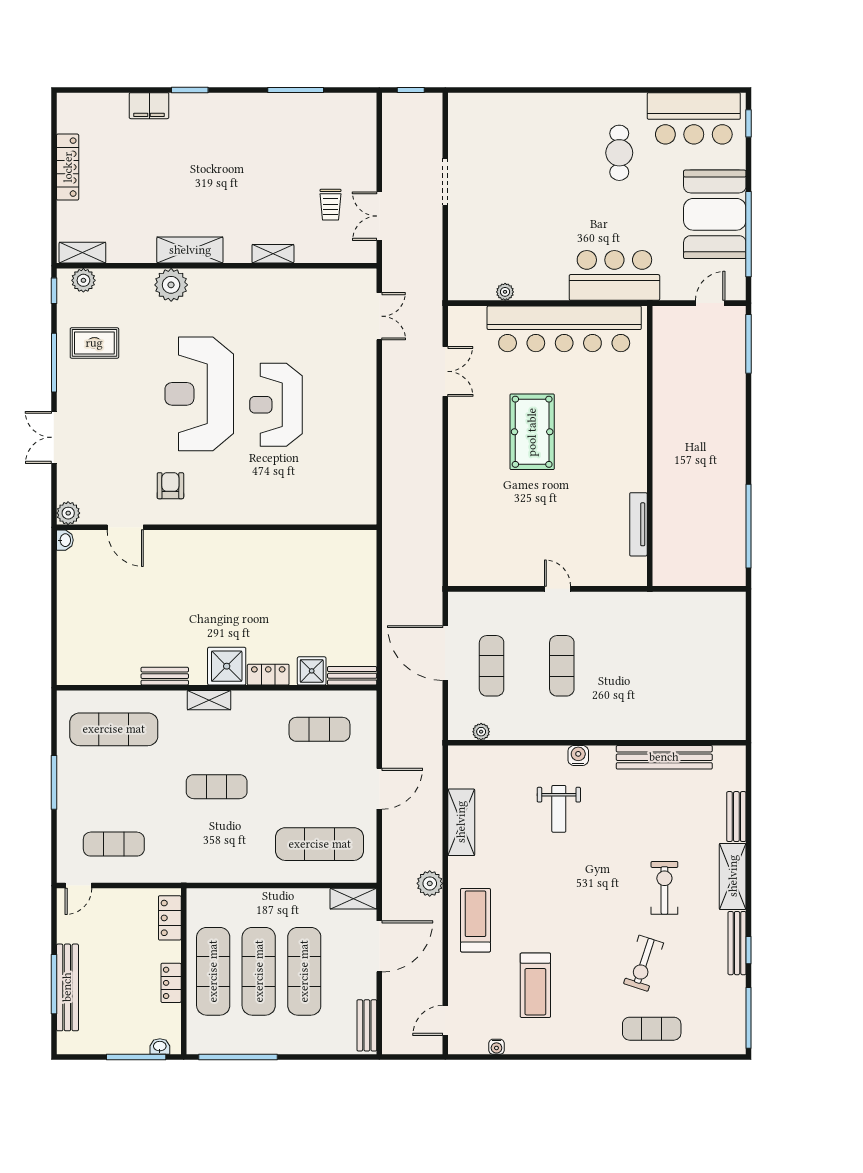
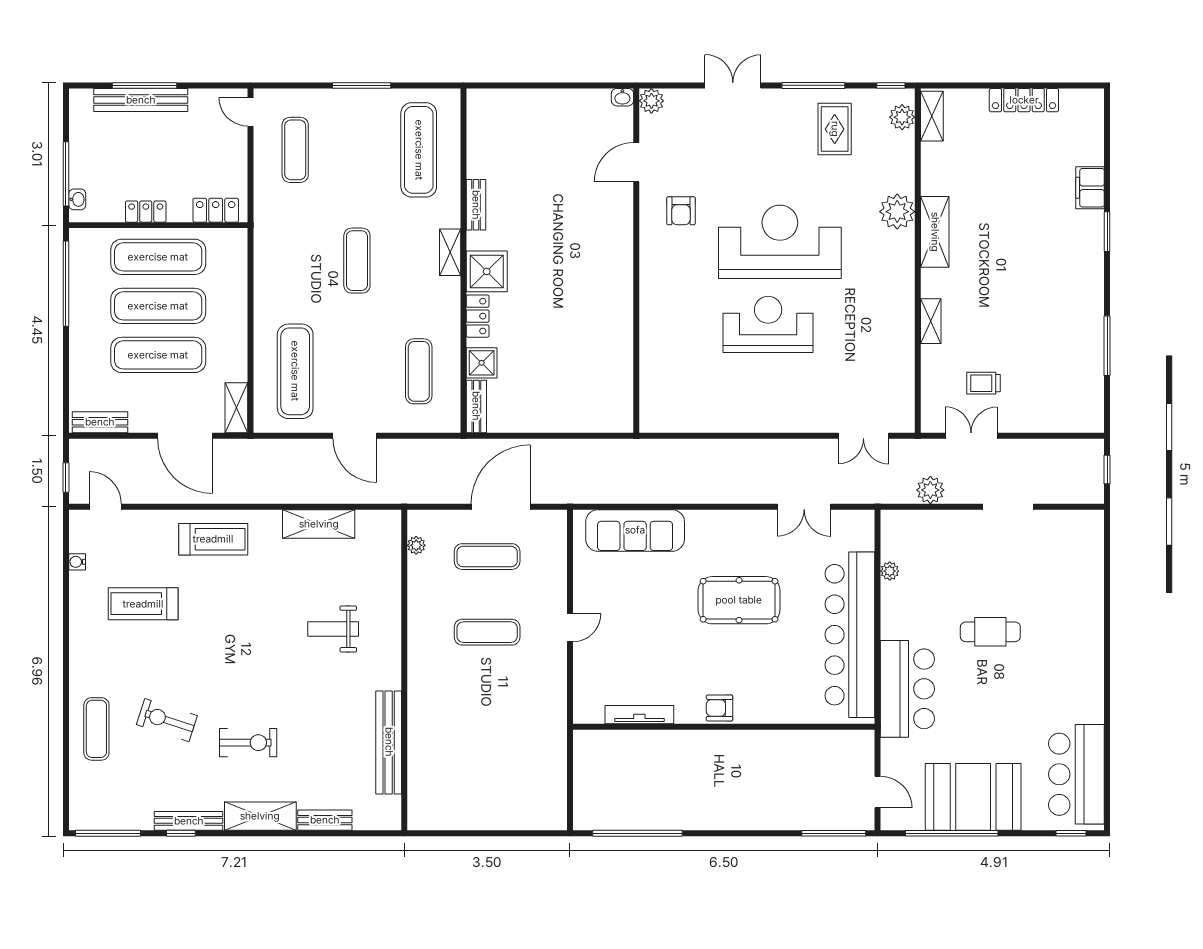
cafe table: (619, 153) -> (990, 632), moved
armchair: (632, 450) -> (720, 708), added
armchair: (170, 486) -> (681, 211), turned 90
sofa: (467, 528) -> (635, 530), added
water cooler: (578, 756) -> (391, 650), removed
plant: (430, 883) -> (930, 490), moved
window: (418, 1057) -> (66, 478), added

